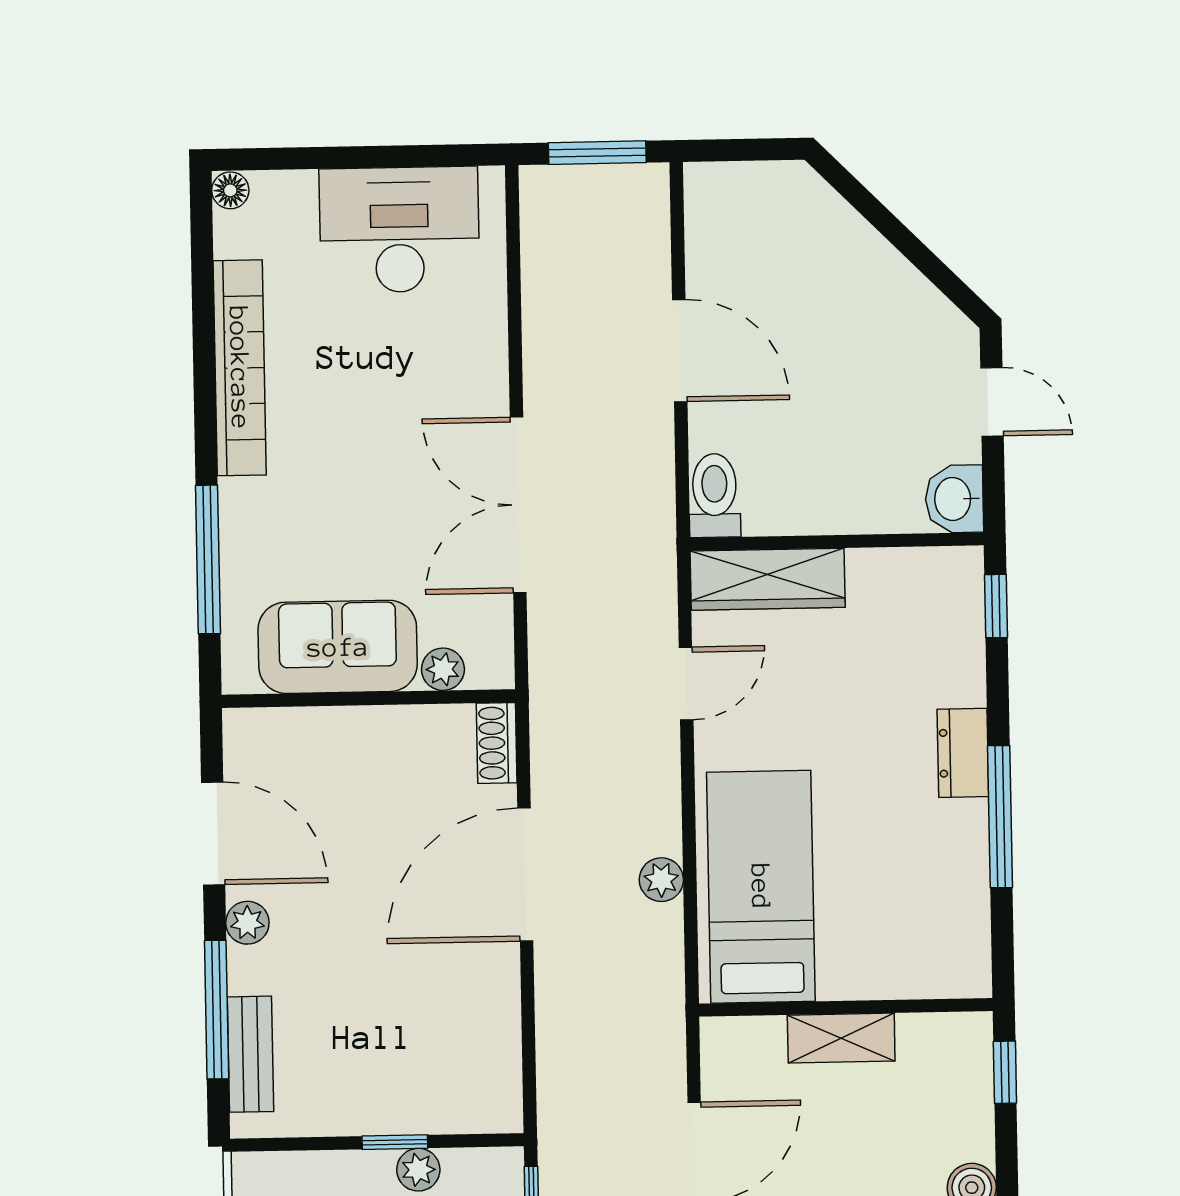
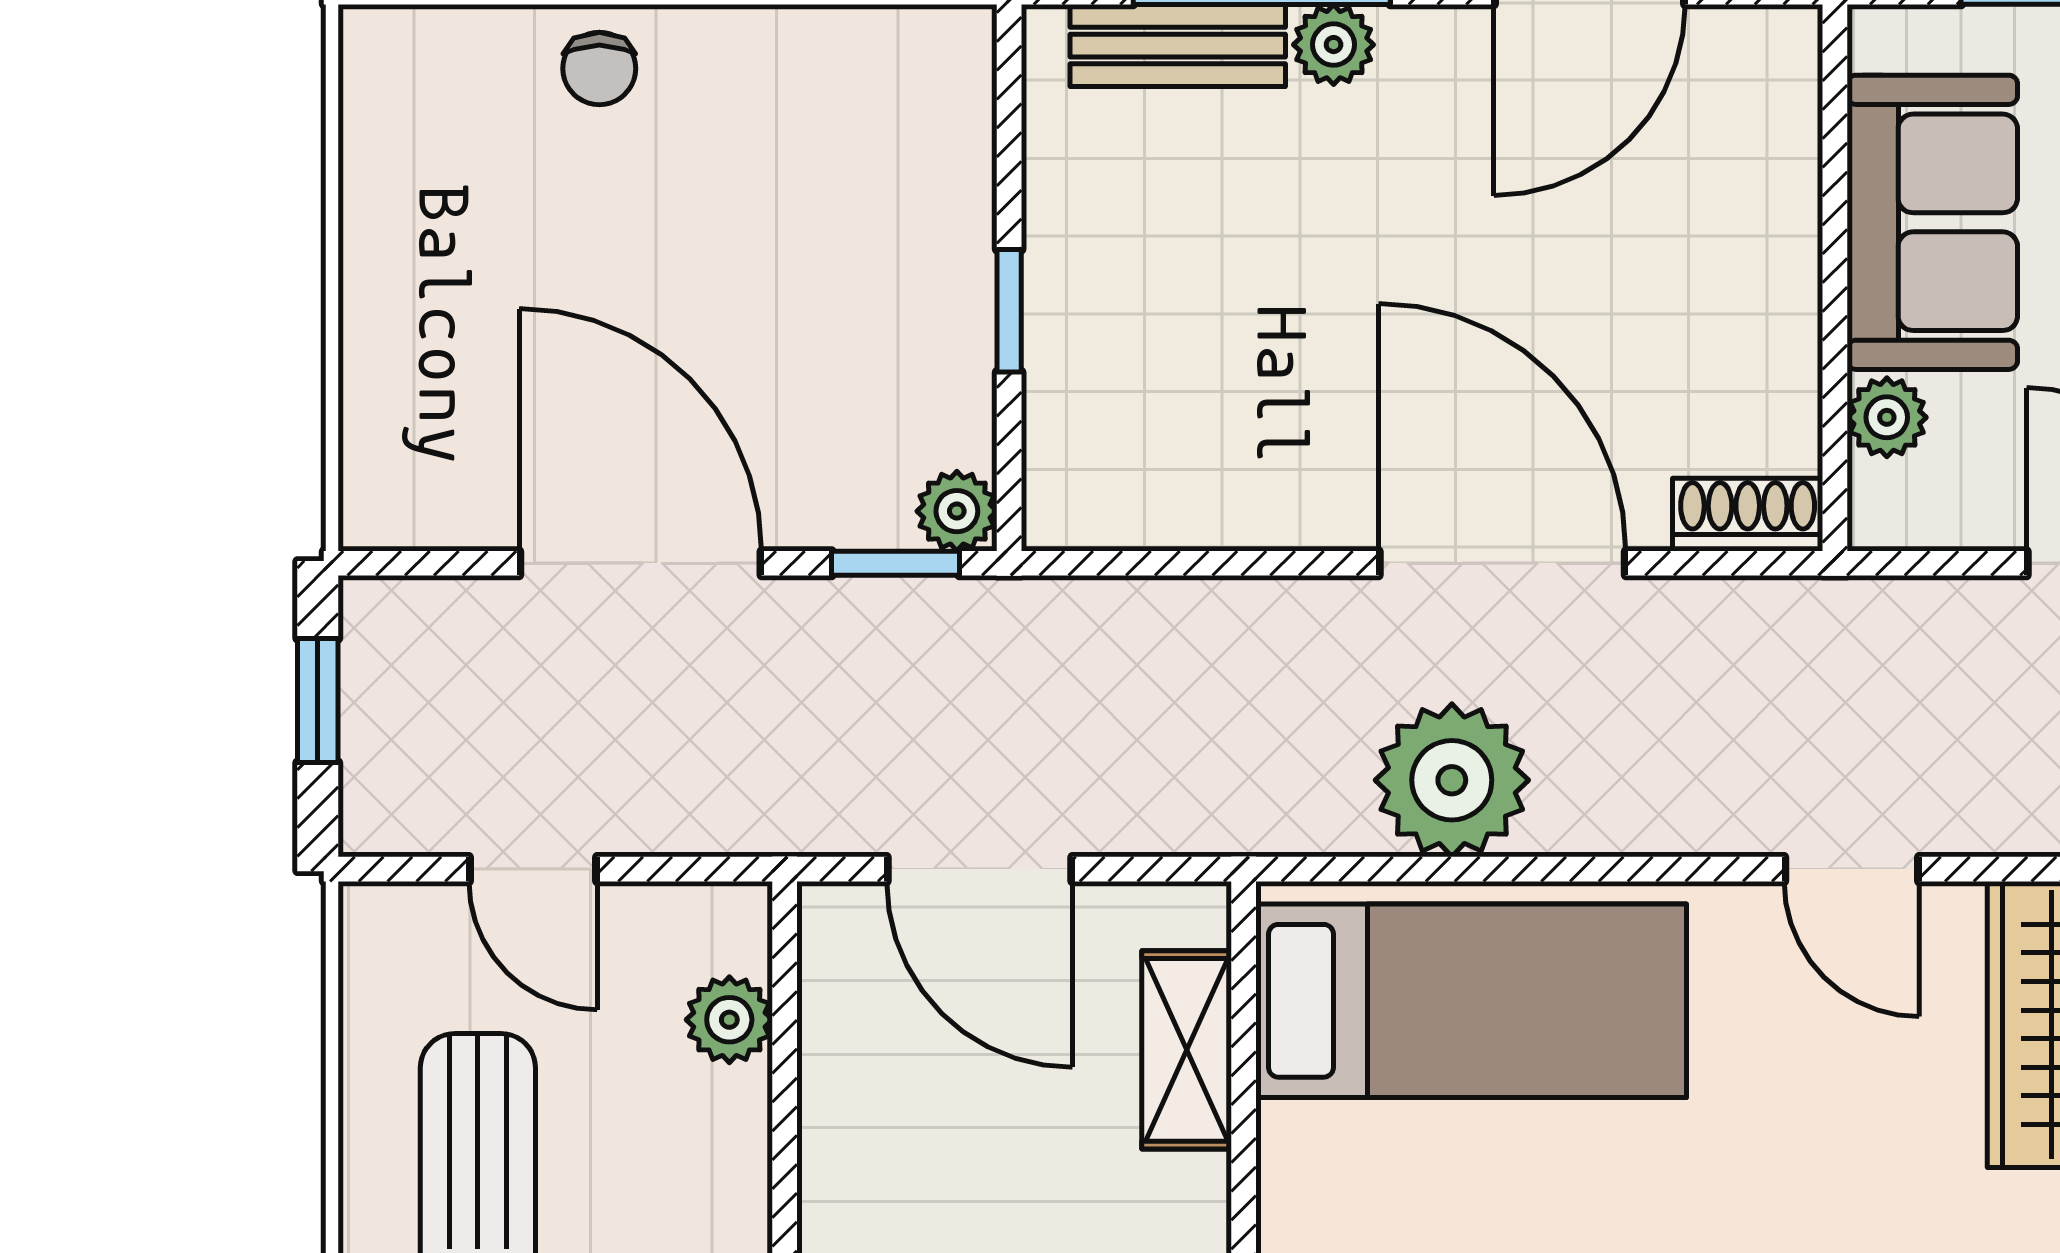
plant: (661, 880) -> (1452, 780), width x1.87, depth x1.87
plant: (247, 923) -> (1334, 45), moved
shelving: (841, 1038) -> (1187, 1050), moved
plant: (418, 1170) -> (957, 511), moved

